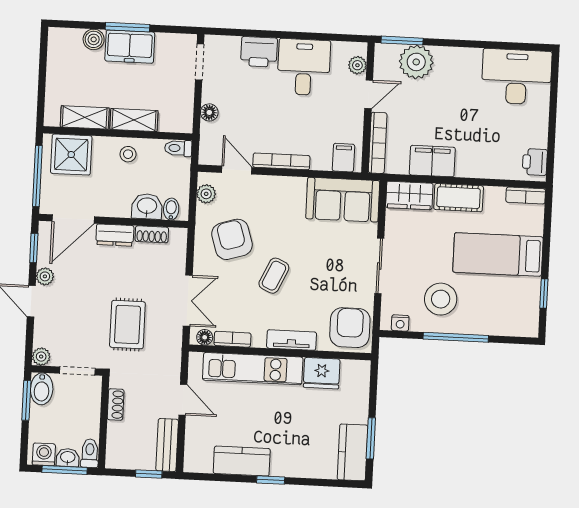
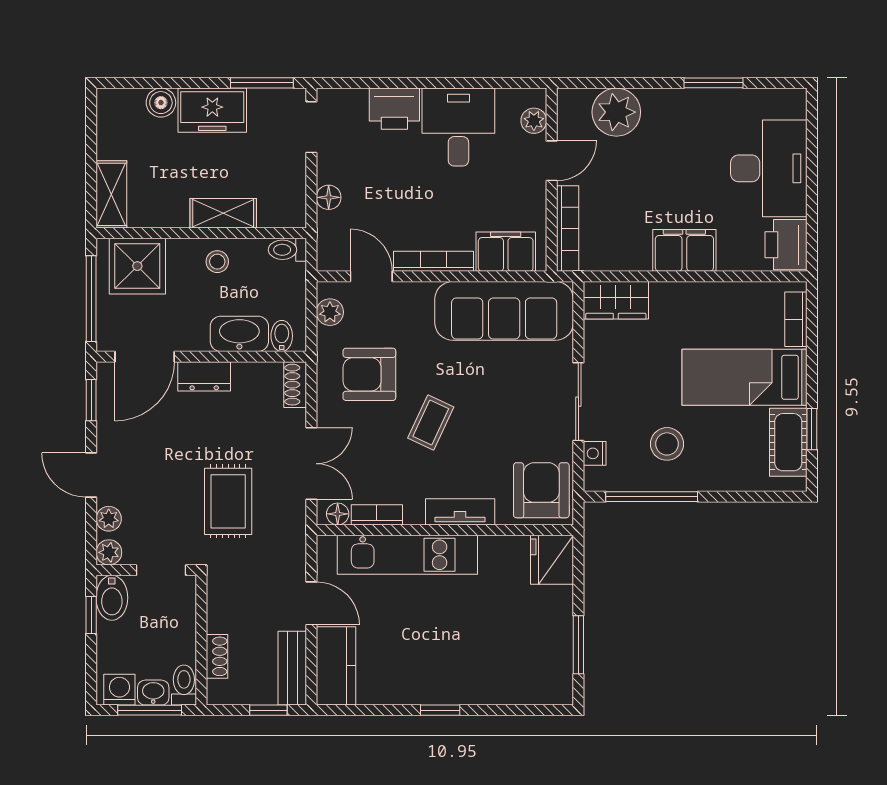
window: (128, 27) -> (262, 83), moved
window: (402, 41) -> (713, 83), moved
desk: (516, 77) -> (769, 168), moved, turned 90
shelving: (85, 117) -> (111, 194), moved, turned 90
filing cabinet: (343, 158) -> (506, 252), width x2.00
filing cabinet: (432, 161) -> (684, 250), moved
printer: (535, 162) -> (786, 245), width x1.36, depth x1.24
bookcase: (526, 196) -> (796, 319), moved, turned 90
cot: (459, 198) -> (788, 442), moved, turned 90
sofa: (343, 200) -> (504, 311), width x1.36
washbasin: (147, 206) -> (239, 334), width x1.38
shoe rack: (152, 234) -> (295, 385), moved, turned 90
armchair: (232, 239) -> (369, 374), turned -73
plant: (45, 276) -> (109, 519), moved
stool: (441, 299) -> (667, 444), width x0.73, depth x0.73
nightstand: (400, 323) -> (595, 453), moved, turned 90
window: (456, 337) -> (652, 497), moved
fridge: (322, 373) -> (552, 560), moved, turned 90
window: (26, 400) -> (91, 615), width x0.67
shoe rack: (116, 404) -> (217, 656), moved
kitchen counter: (353, 452) -> (554, 666), removed
kitchen counter: (242, 461) -> (336, 666), moved, turned 90

